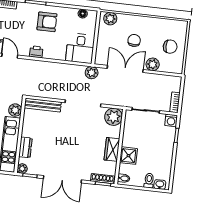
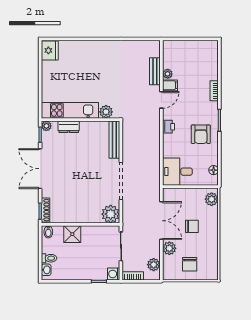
plant: (92, 73) -> (154, 265), moved
wardrobe: (112, 149) -> (77, 216), removed

